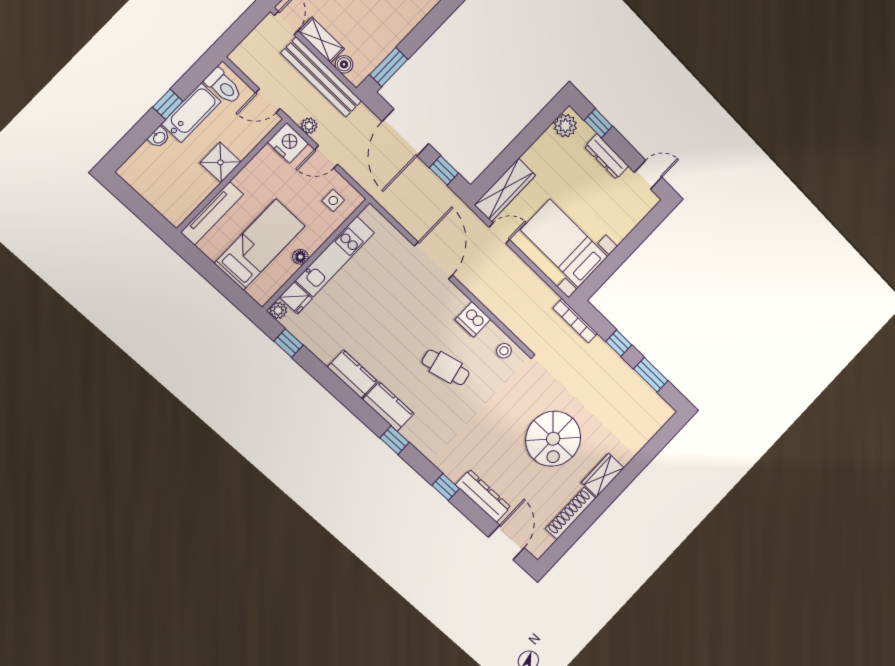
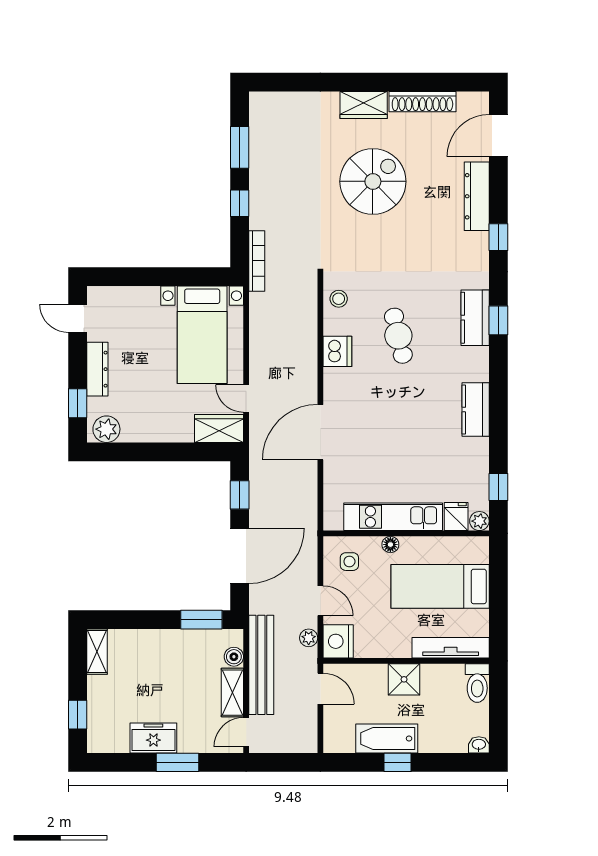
toilet: (223, 86) -> (477, 683), moved, turned 180
washbasin: (159, 137) -> (479, 745), moved
wardrobe: (505, 190) -> (219, 428), width x0.67
floor lamp: (300, 257) -> (390, 545), moved
kitchen counter: (388, 407) -> (475, 318), moved

